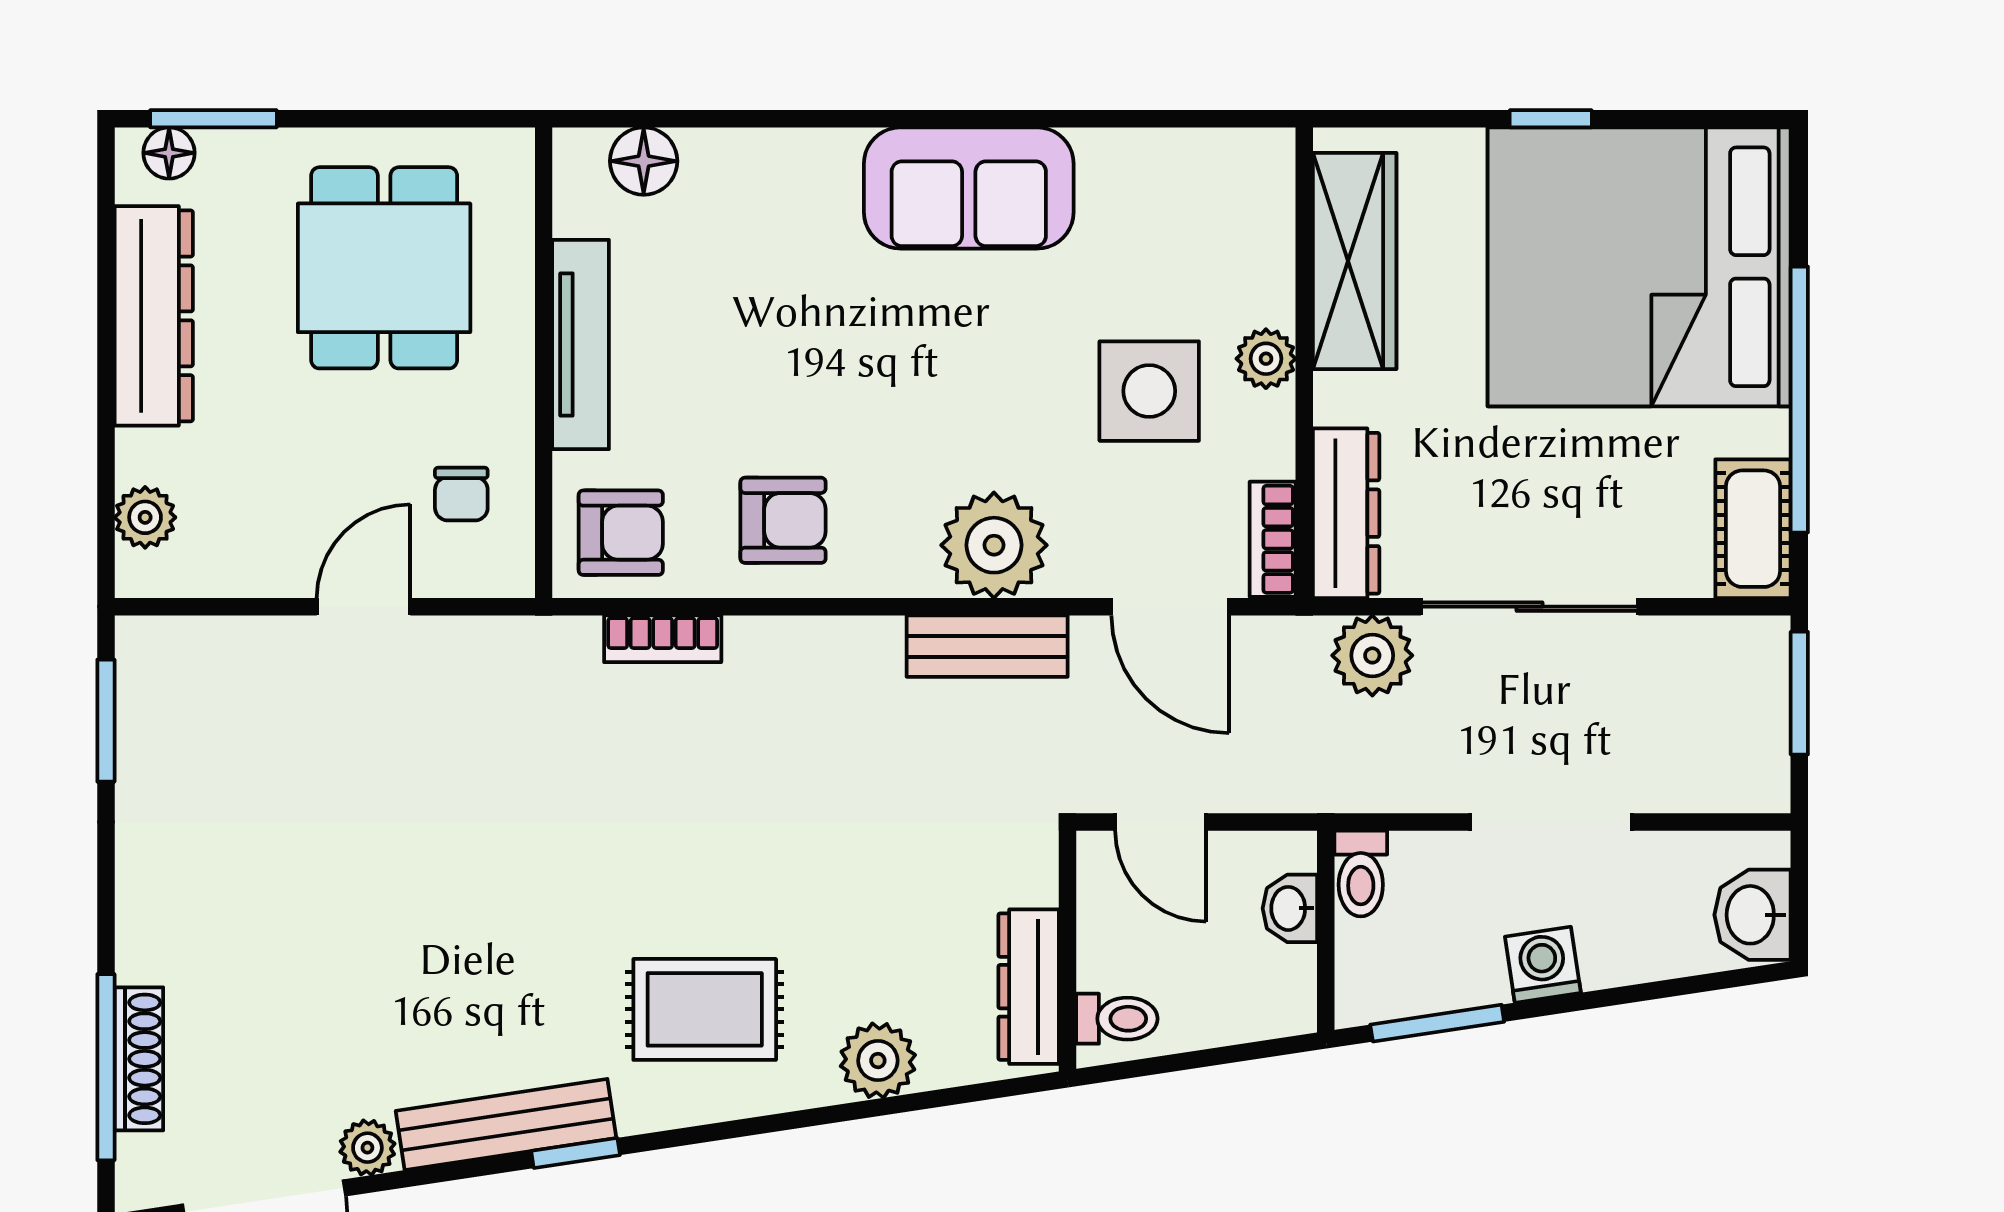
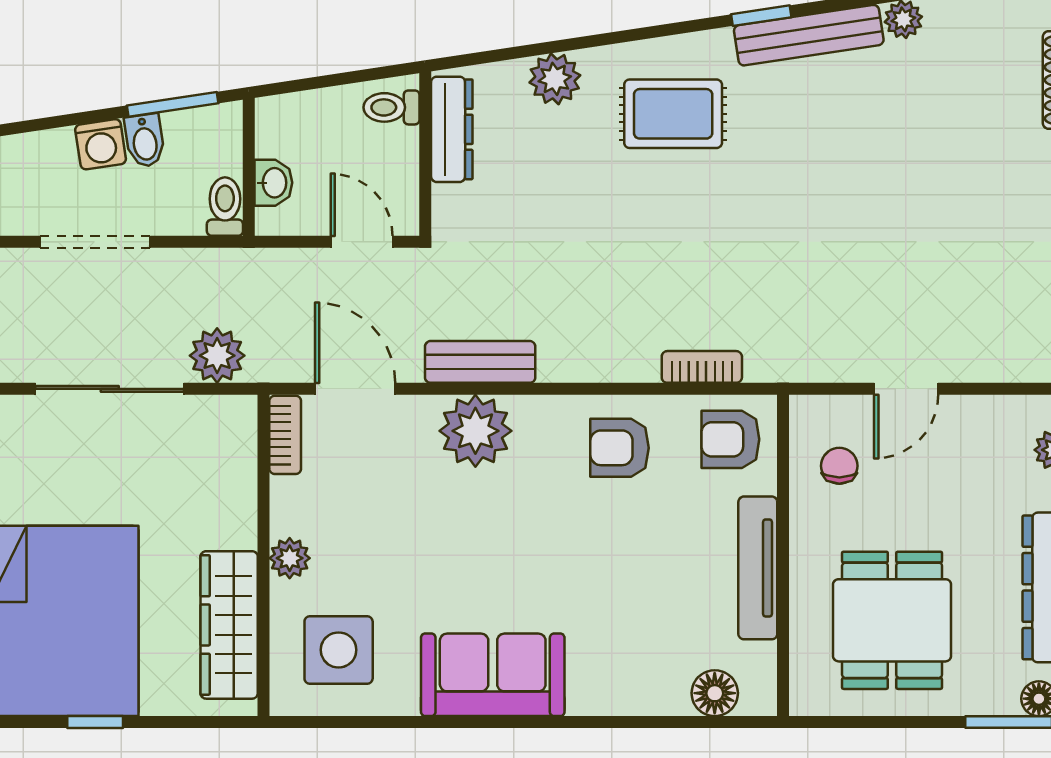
side table: (1149, 391) -> (339, 650), moved
dresser: (1346, 513) -> (235, 453), removed
bidet: (1478, 970) -> (145, 140), added

